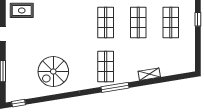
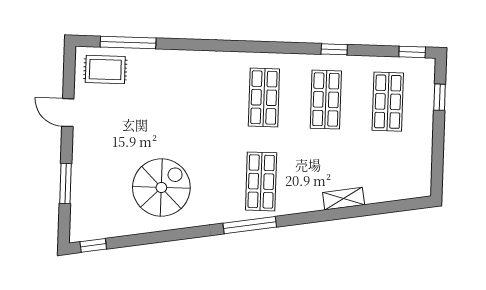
spiral stairs: (53, 72) -> (161, 188), turned 180
window: (115, 87) -> (250, 225), moved

